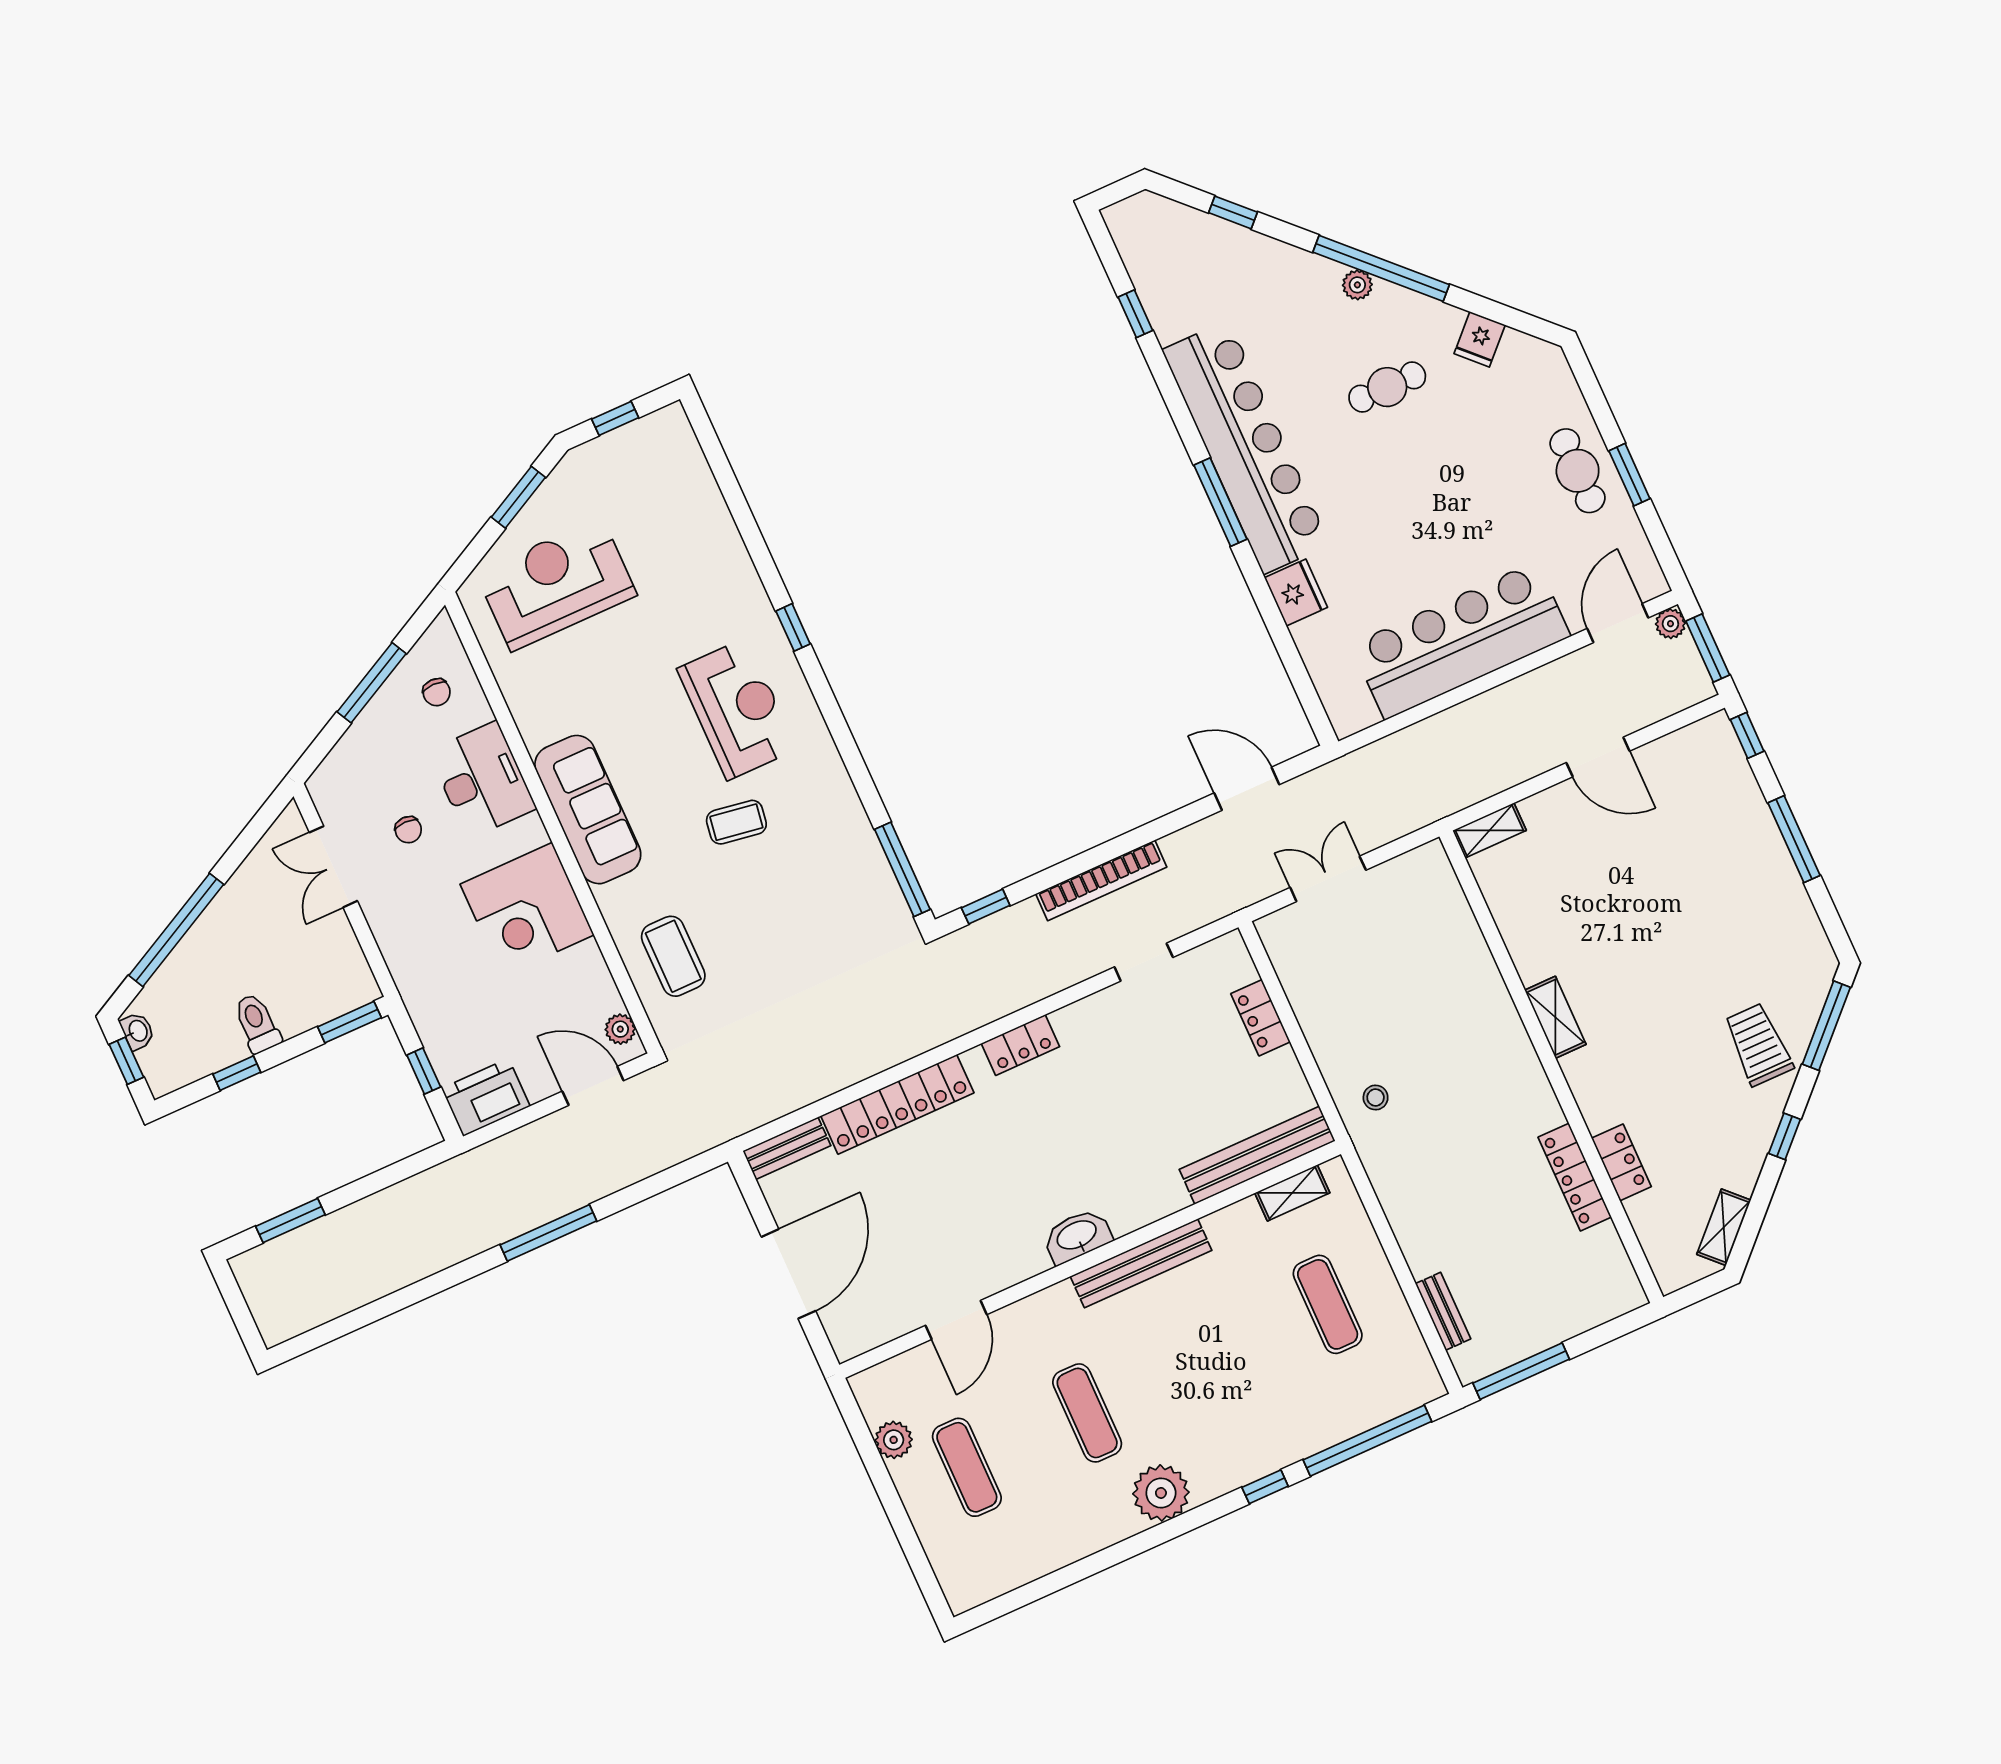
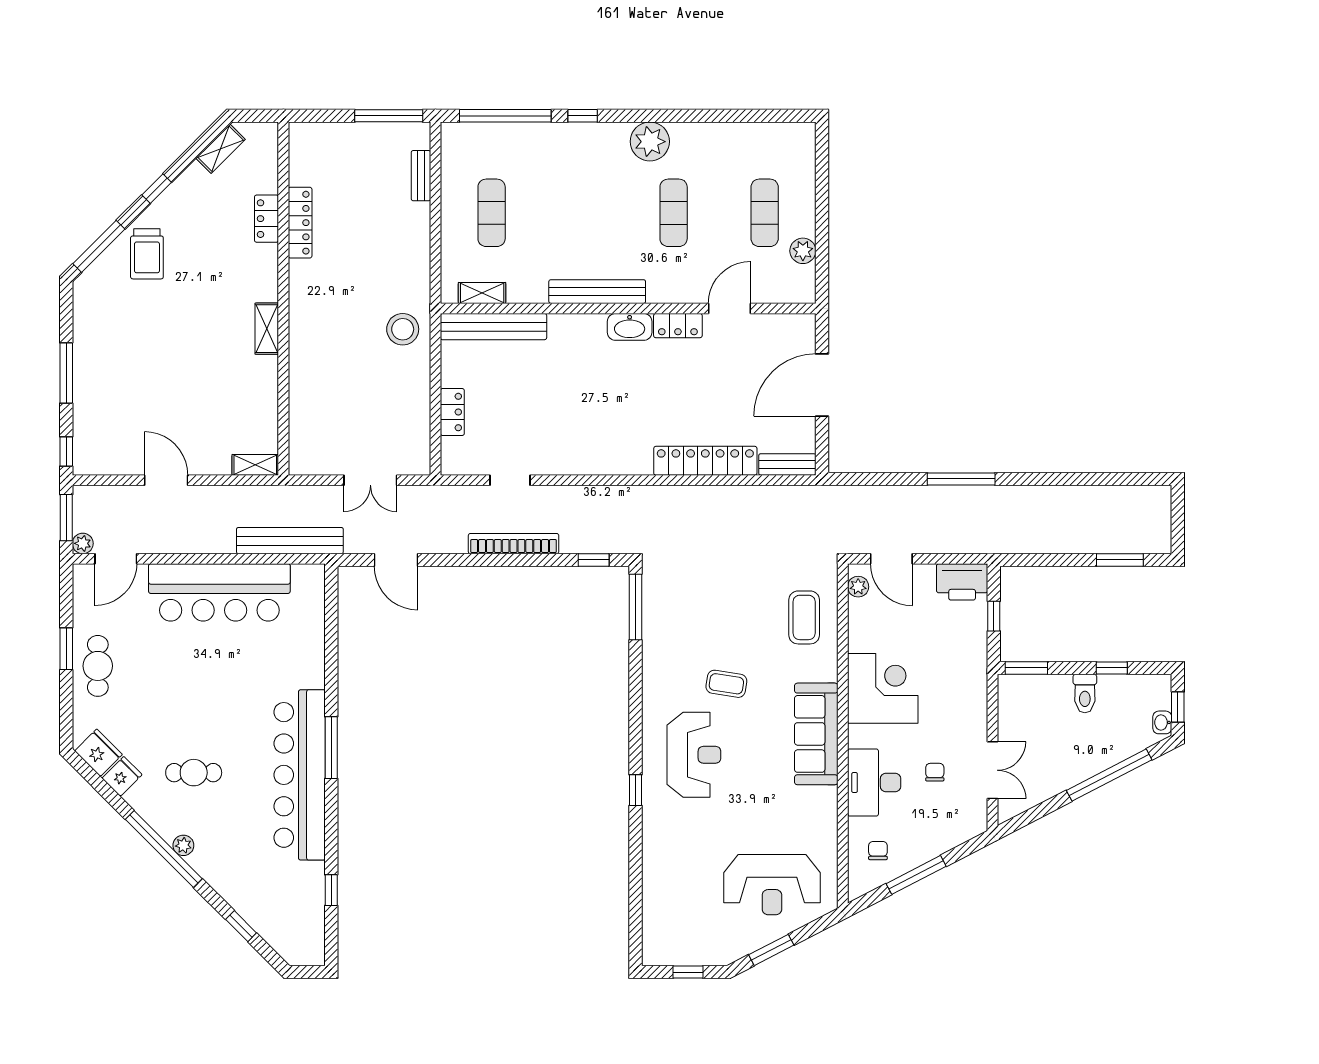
fridge: (1296, 593) -> (98, 753), moved, turned 135
reception desk: (737, 709) -> (694, 755), turned 180
bench: (1399, 751) -> (290, 541), added
locker: (1020, 1045) -> (678, 326), moved, turned 180
stool: (1376, 1097) -> (403, 329), width x1.89, depth x1.89

